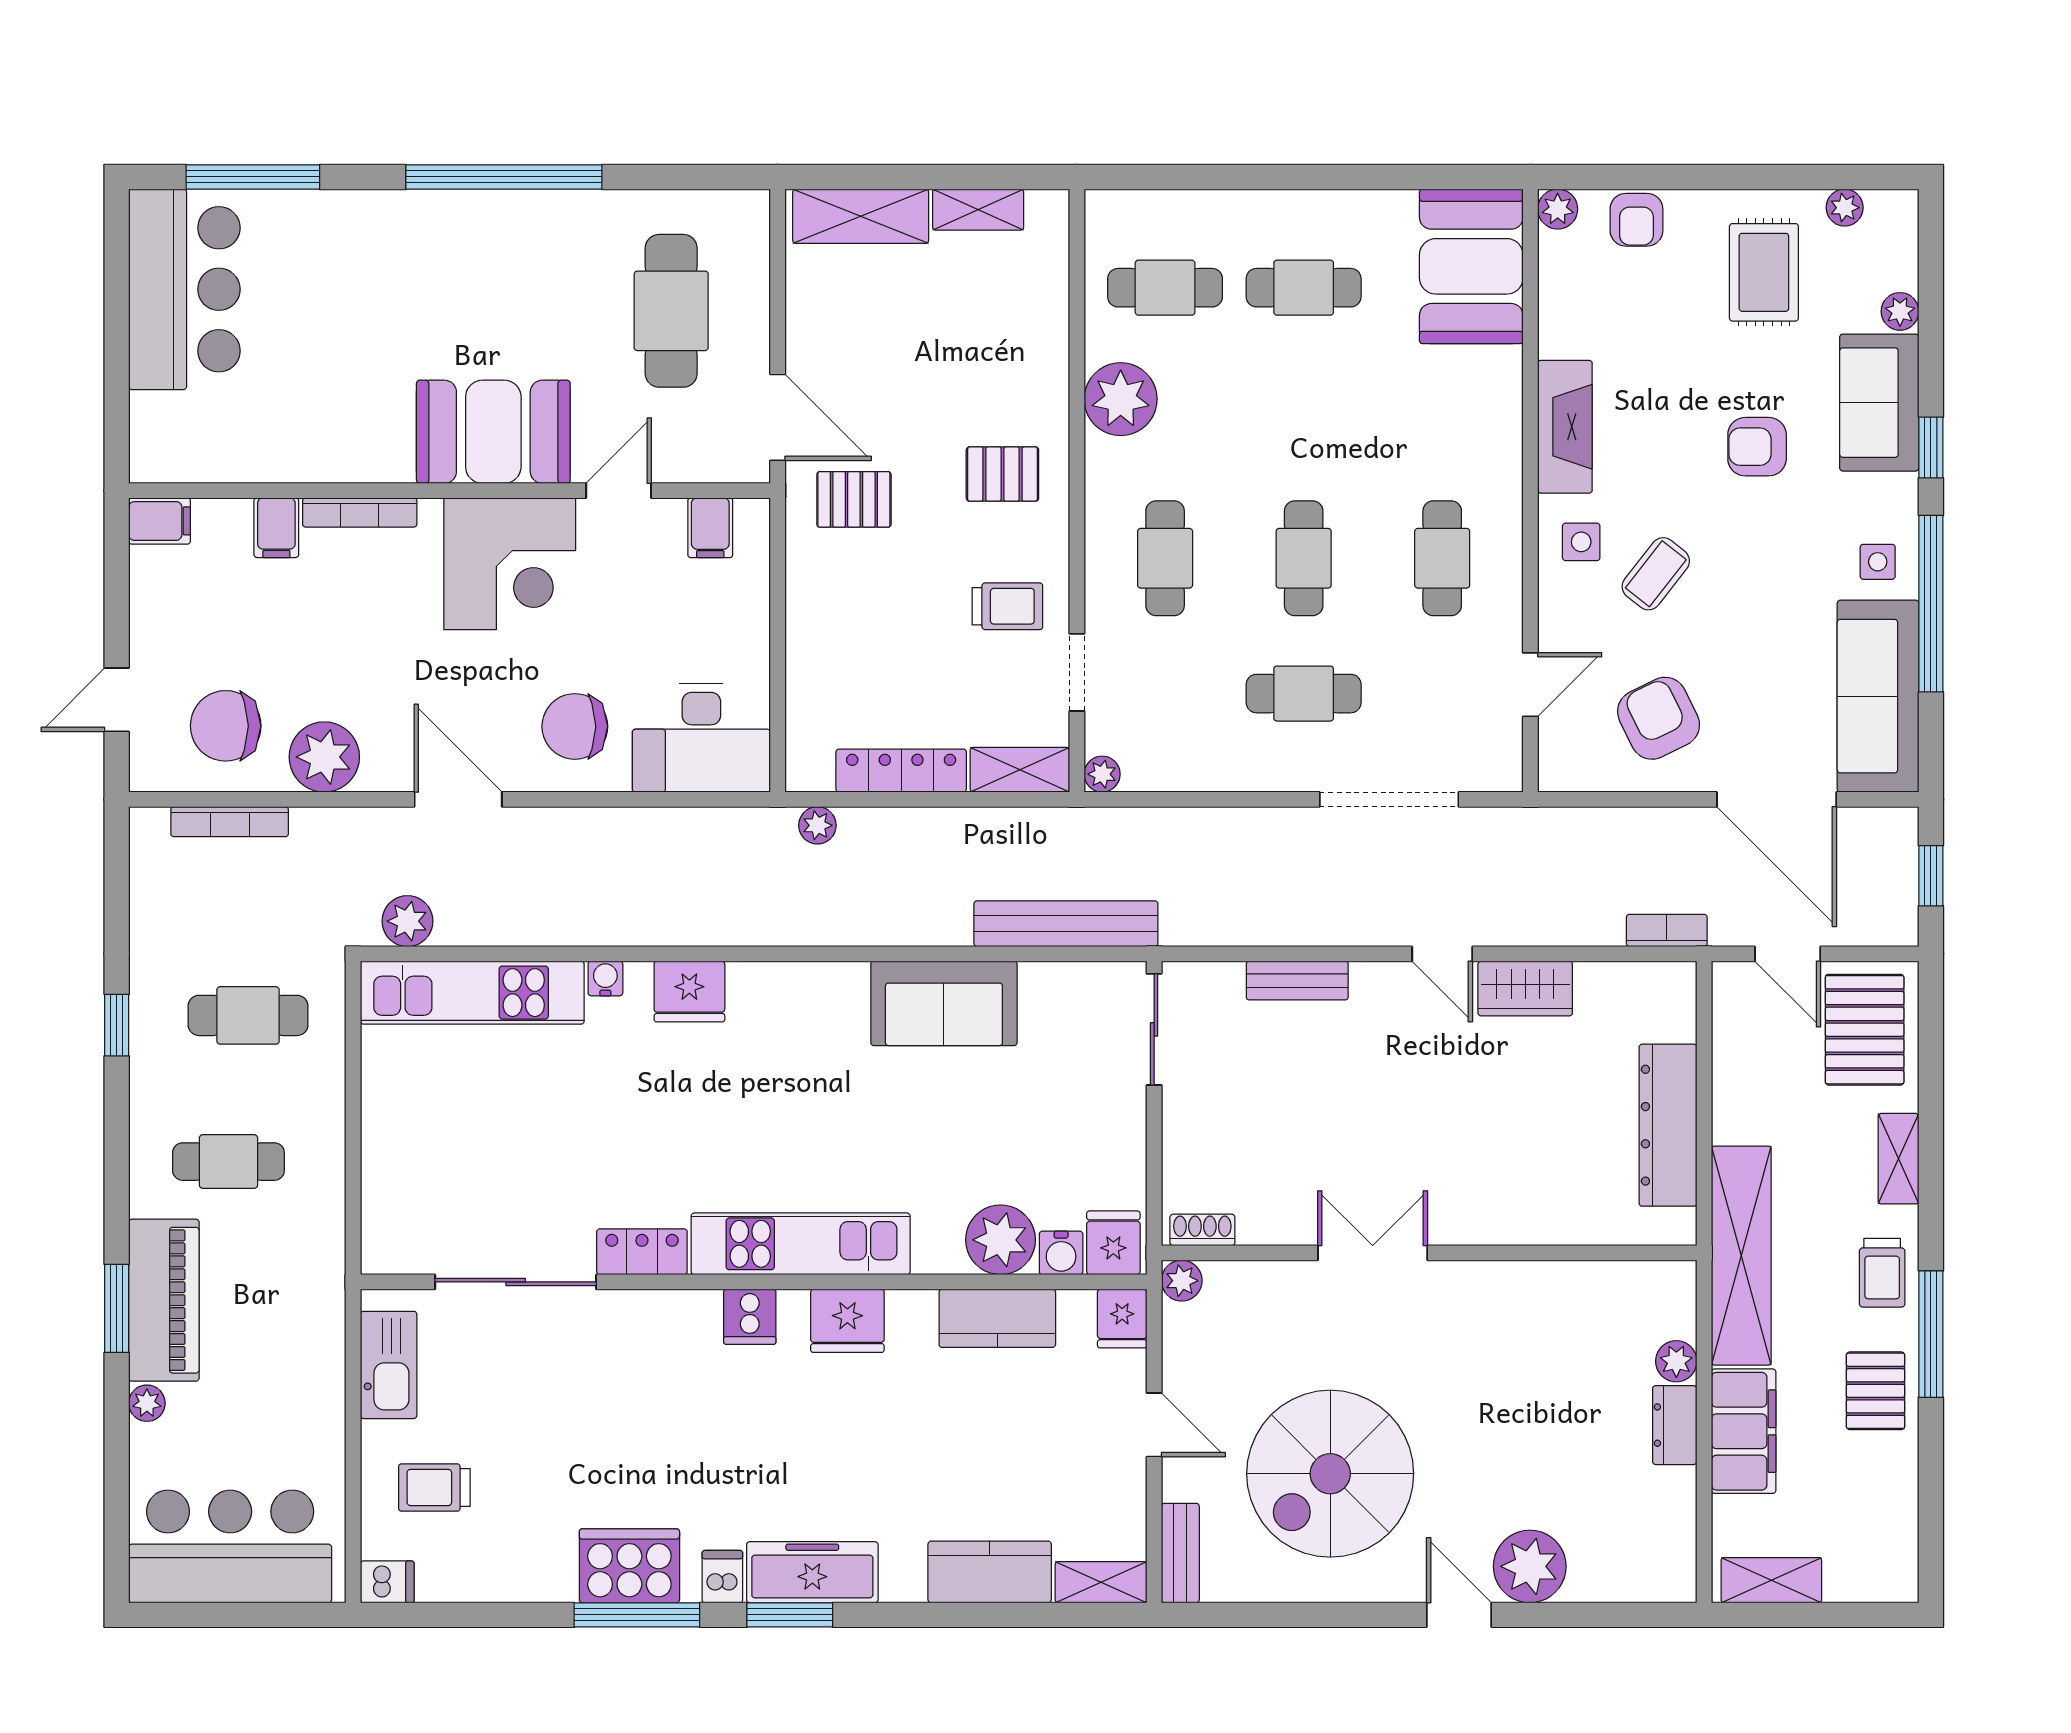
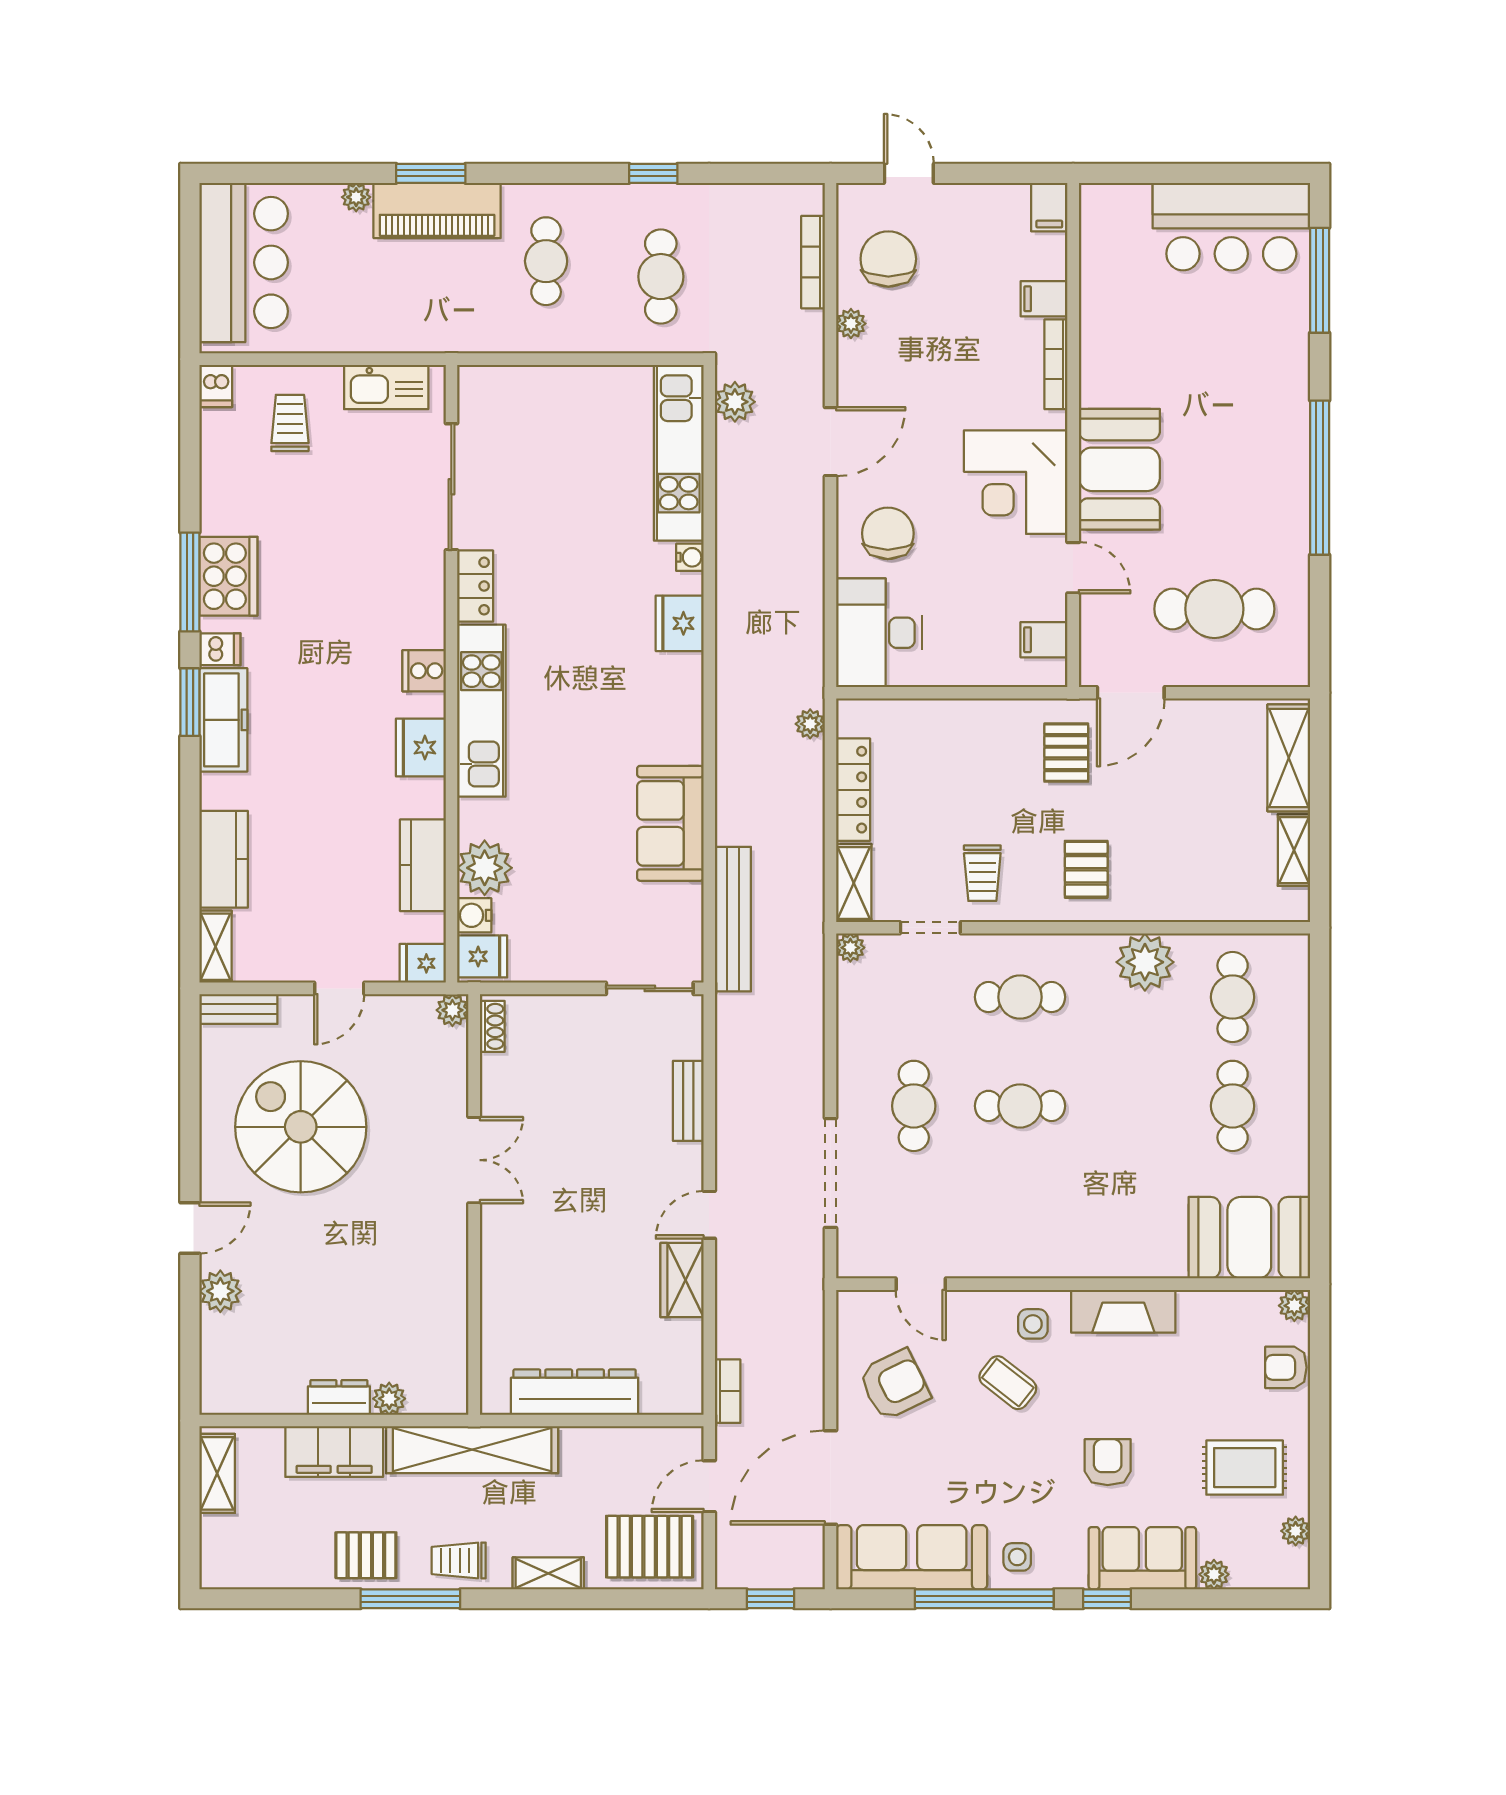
cafe table: (1442, 558) -> (1020, 1215), removed
plant: (324, 757) -> (851, 324), width x0.53, depth x0.53
plant: (1530, 1566) -> (220, 1291), width x0.73, depth x0.73

